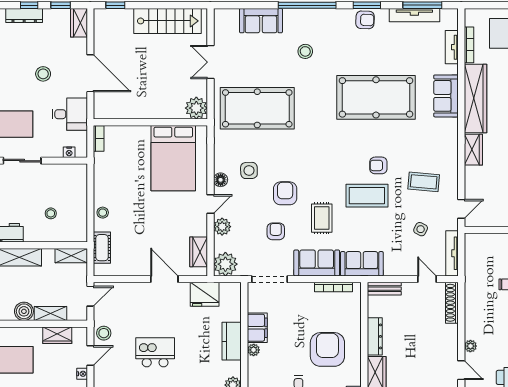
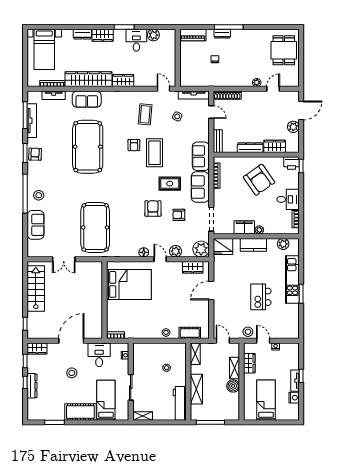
stool: (305, 51) -> (39, 195), moved
plant: (196, 108) -> (95, 269), removed
side table: (249, 170) -> (137, 233), removed
armchair: (285, 193) -> (153, 208), turned 90
door: (427, 279) -> (211, 112), swing flipped
fridge: (205, 294) -> (223, 247), moved, turned 90
armchair: (327, 349) -> (259, 180), turned -125

